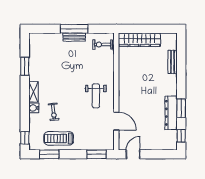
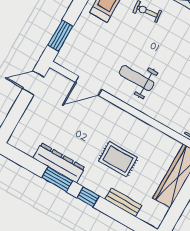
rug: (149, 80) -> (118, 159), added
window: (181, 136) -> (88, 197), moved
door: (133, 154) -> (33, 83), swing flipped

